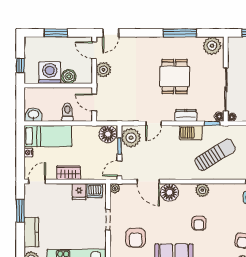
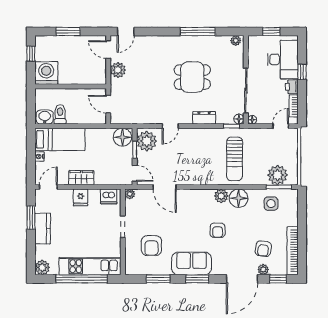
plant: (212, 46) -> (236, 40), width x0.53, depth x0.53
window: (20, 65) -> (31, 54), moved
washing machine: (50, 73) -> (46, 73), moved
boiler: (69, 76) -> (82, 77), removed
dining table: (175, 77) -> (192, 77), turned 90
toilet: (67, 112) -> (60, 114), moved
barbecue: (191, 133) -> (209, 136), removed
sun lounger: (215, 155) -> (235, 159), turned 122
door: (120, 168) -> (135, 173), swing flipped
fridge: (79, 192) -> (81, 197), moved
floor lamp: (169, 192) -> (239, 198), moved
kitchen counter: (31, 232) -> (43, 229), moved

